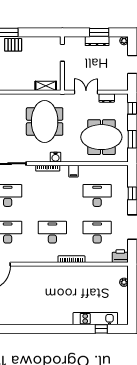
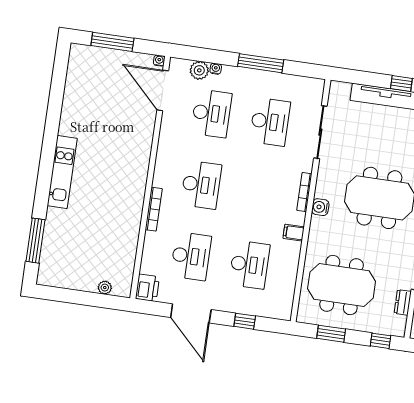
meeting table: (101, 137) -> (342, 285), turned 90
kitchen unit: (95, 319) -> (62, 172), moved
window: (101, 329) -> (36, 241), width x2.17

